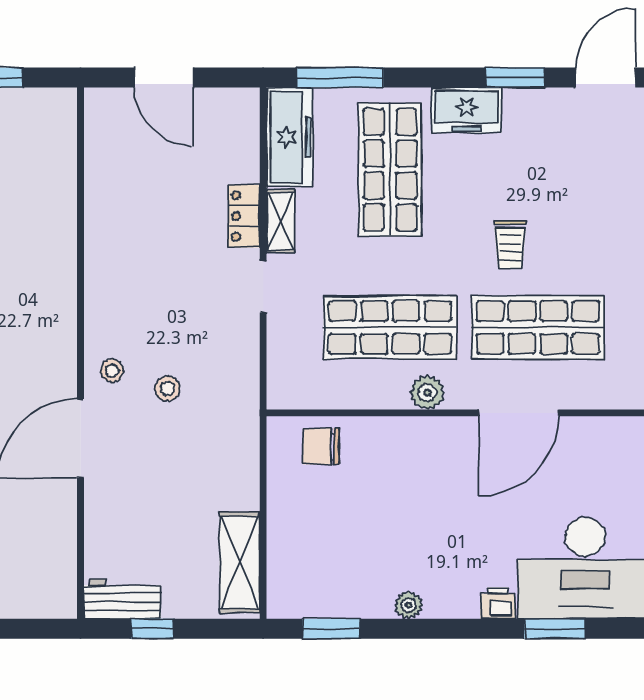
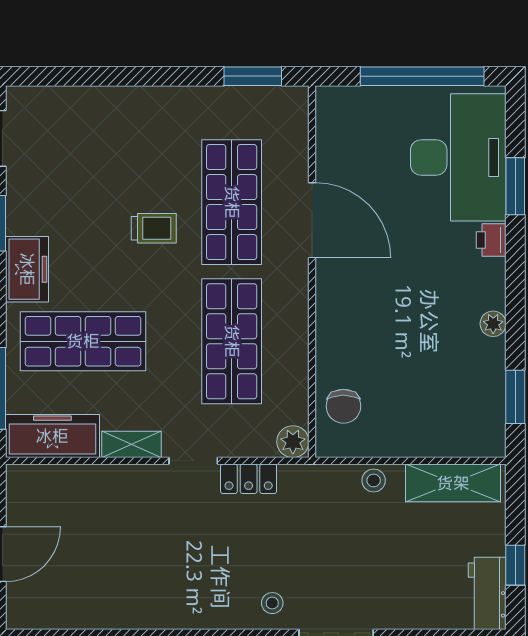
locker: (244, 216) -> (249, 479), moved
stool: (168, 389) -> (374, 480), moved
plant: (427, 393) -> (293, 442), moved

